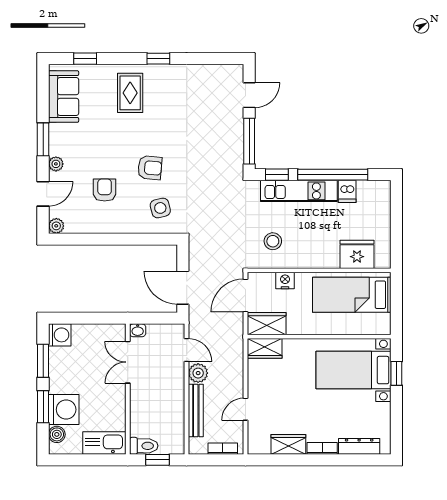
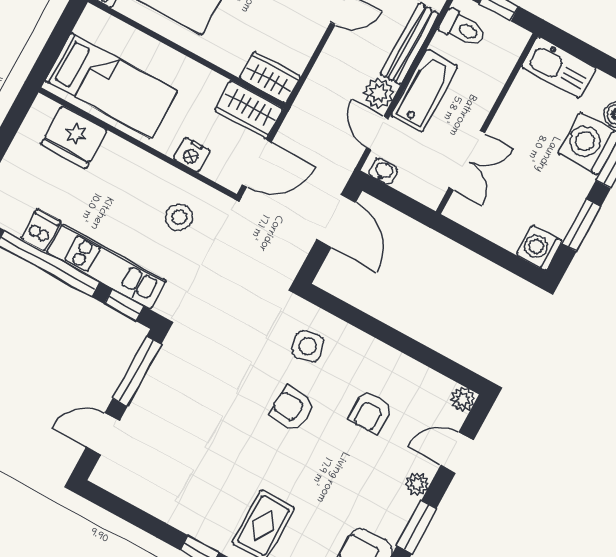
washbasin: (138, 330) -> (383, 171), moved
bathtub: (173, 388) -> (424, 91), added
toilet: (144, 446) -> (463, 29), moved, turned 180

